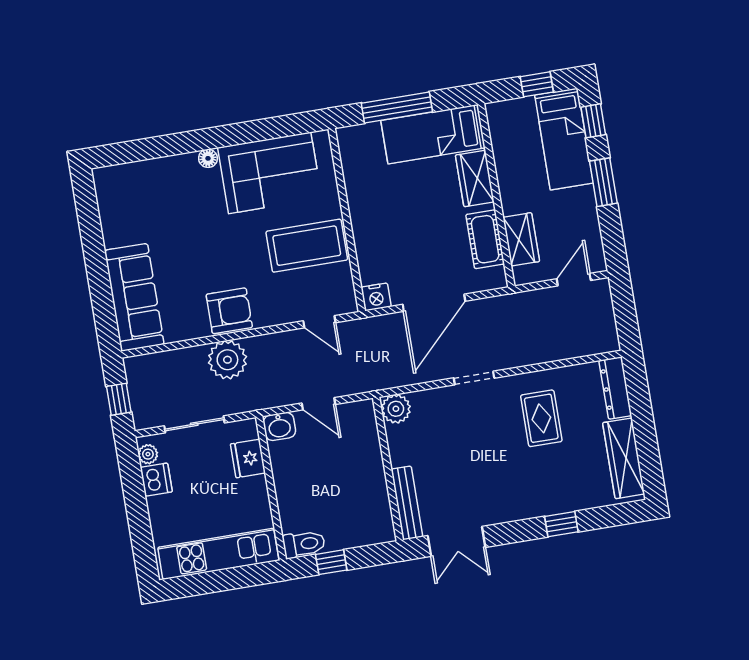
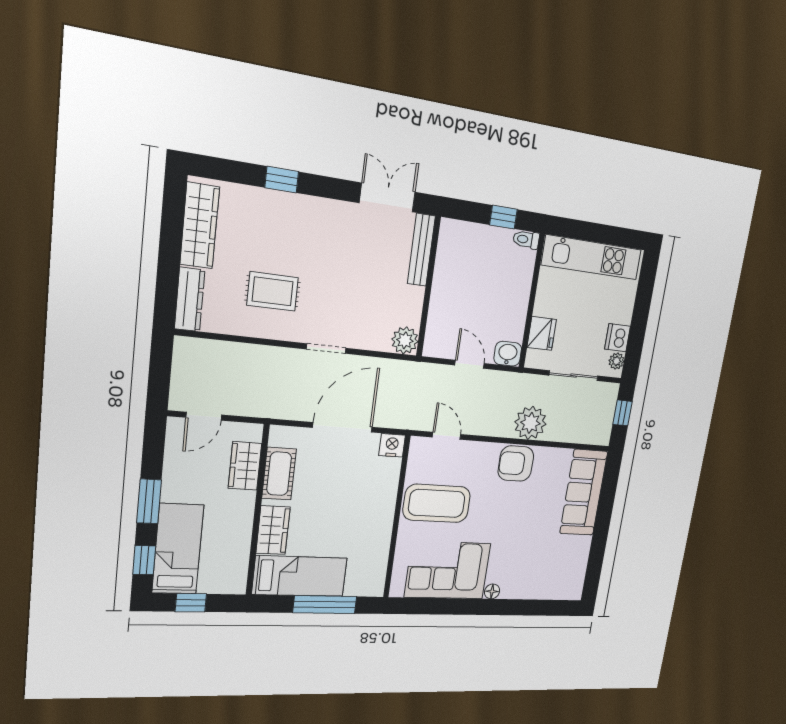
rug: (541, 418) -> (273, 291), turned 90
toilet: (304, 544) -> (526, 240), width x0.73, depth x0.72

